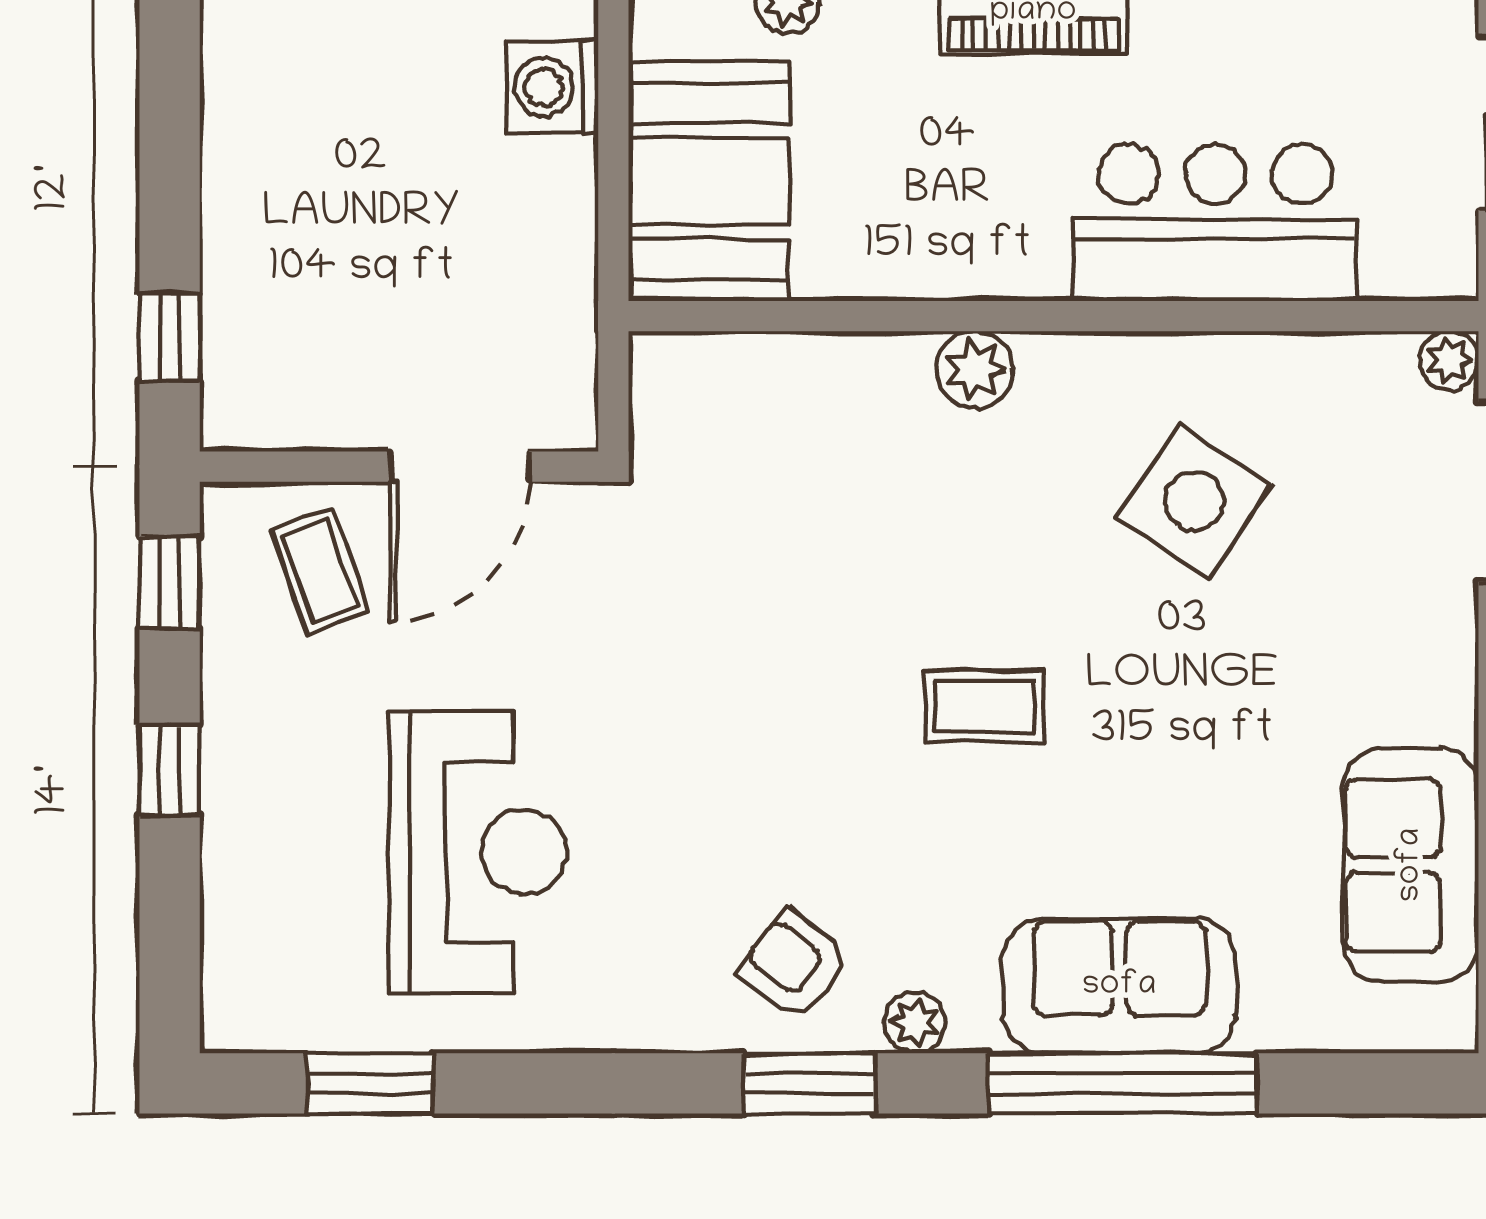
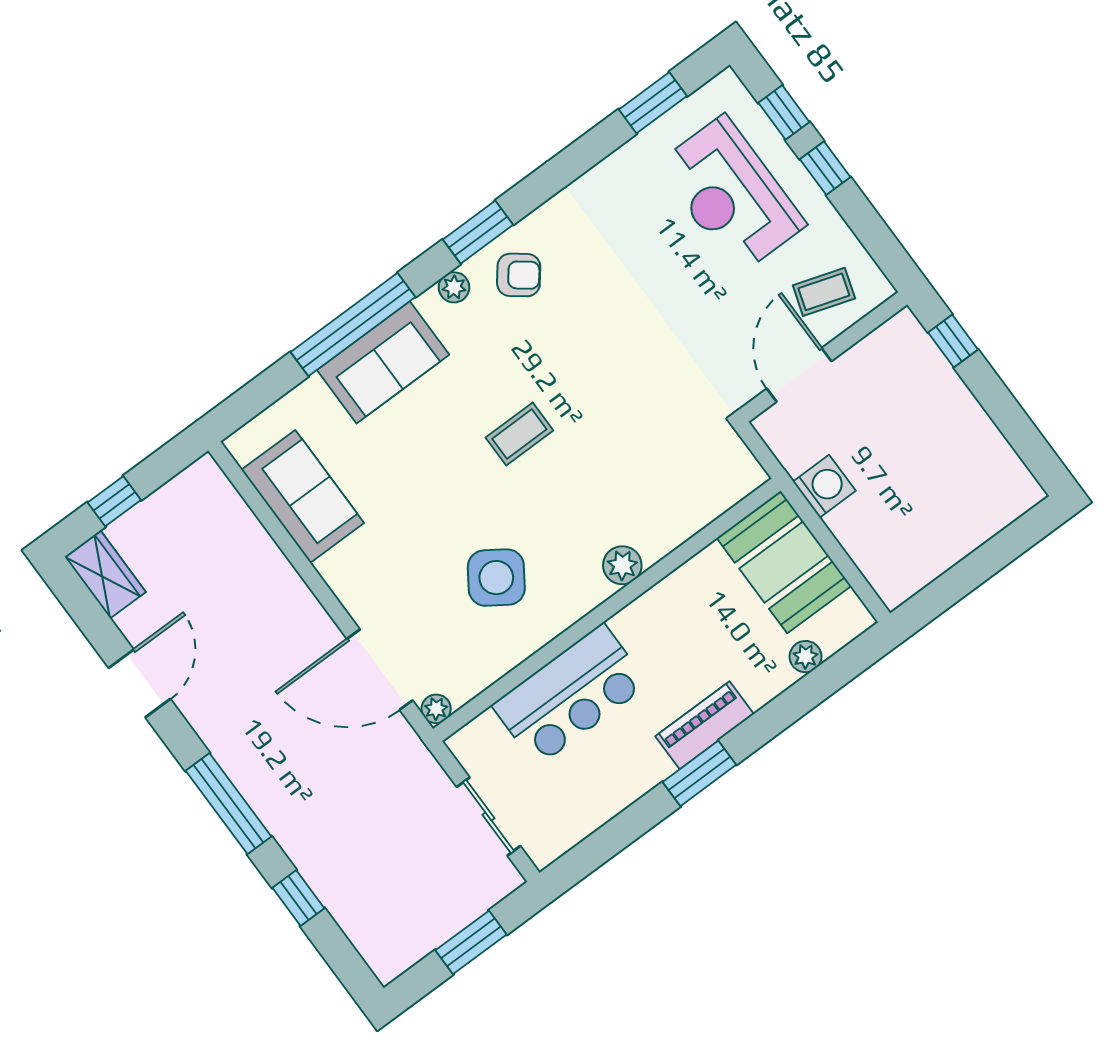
washing machine: (553, 87) -> (824, 486), moved
coffee table: (320, 571) -> (824, 292), turned -53
window: (170, 582) -> (784, 112), moved
reception desk: (478, 852) -> (731, 195), moved

